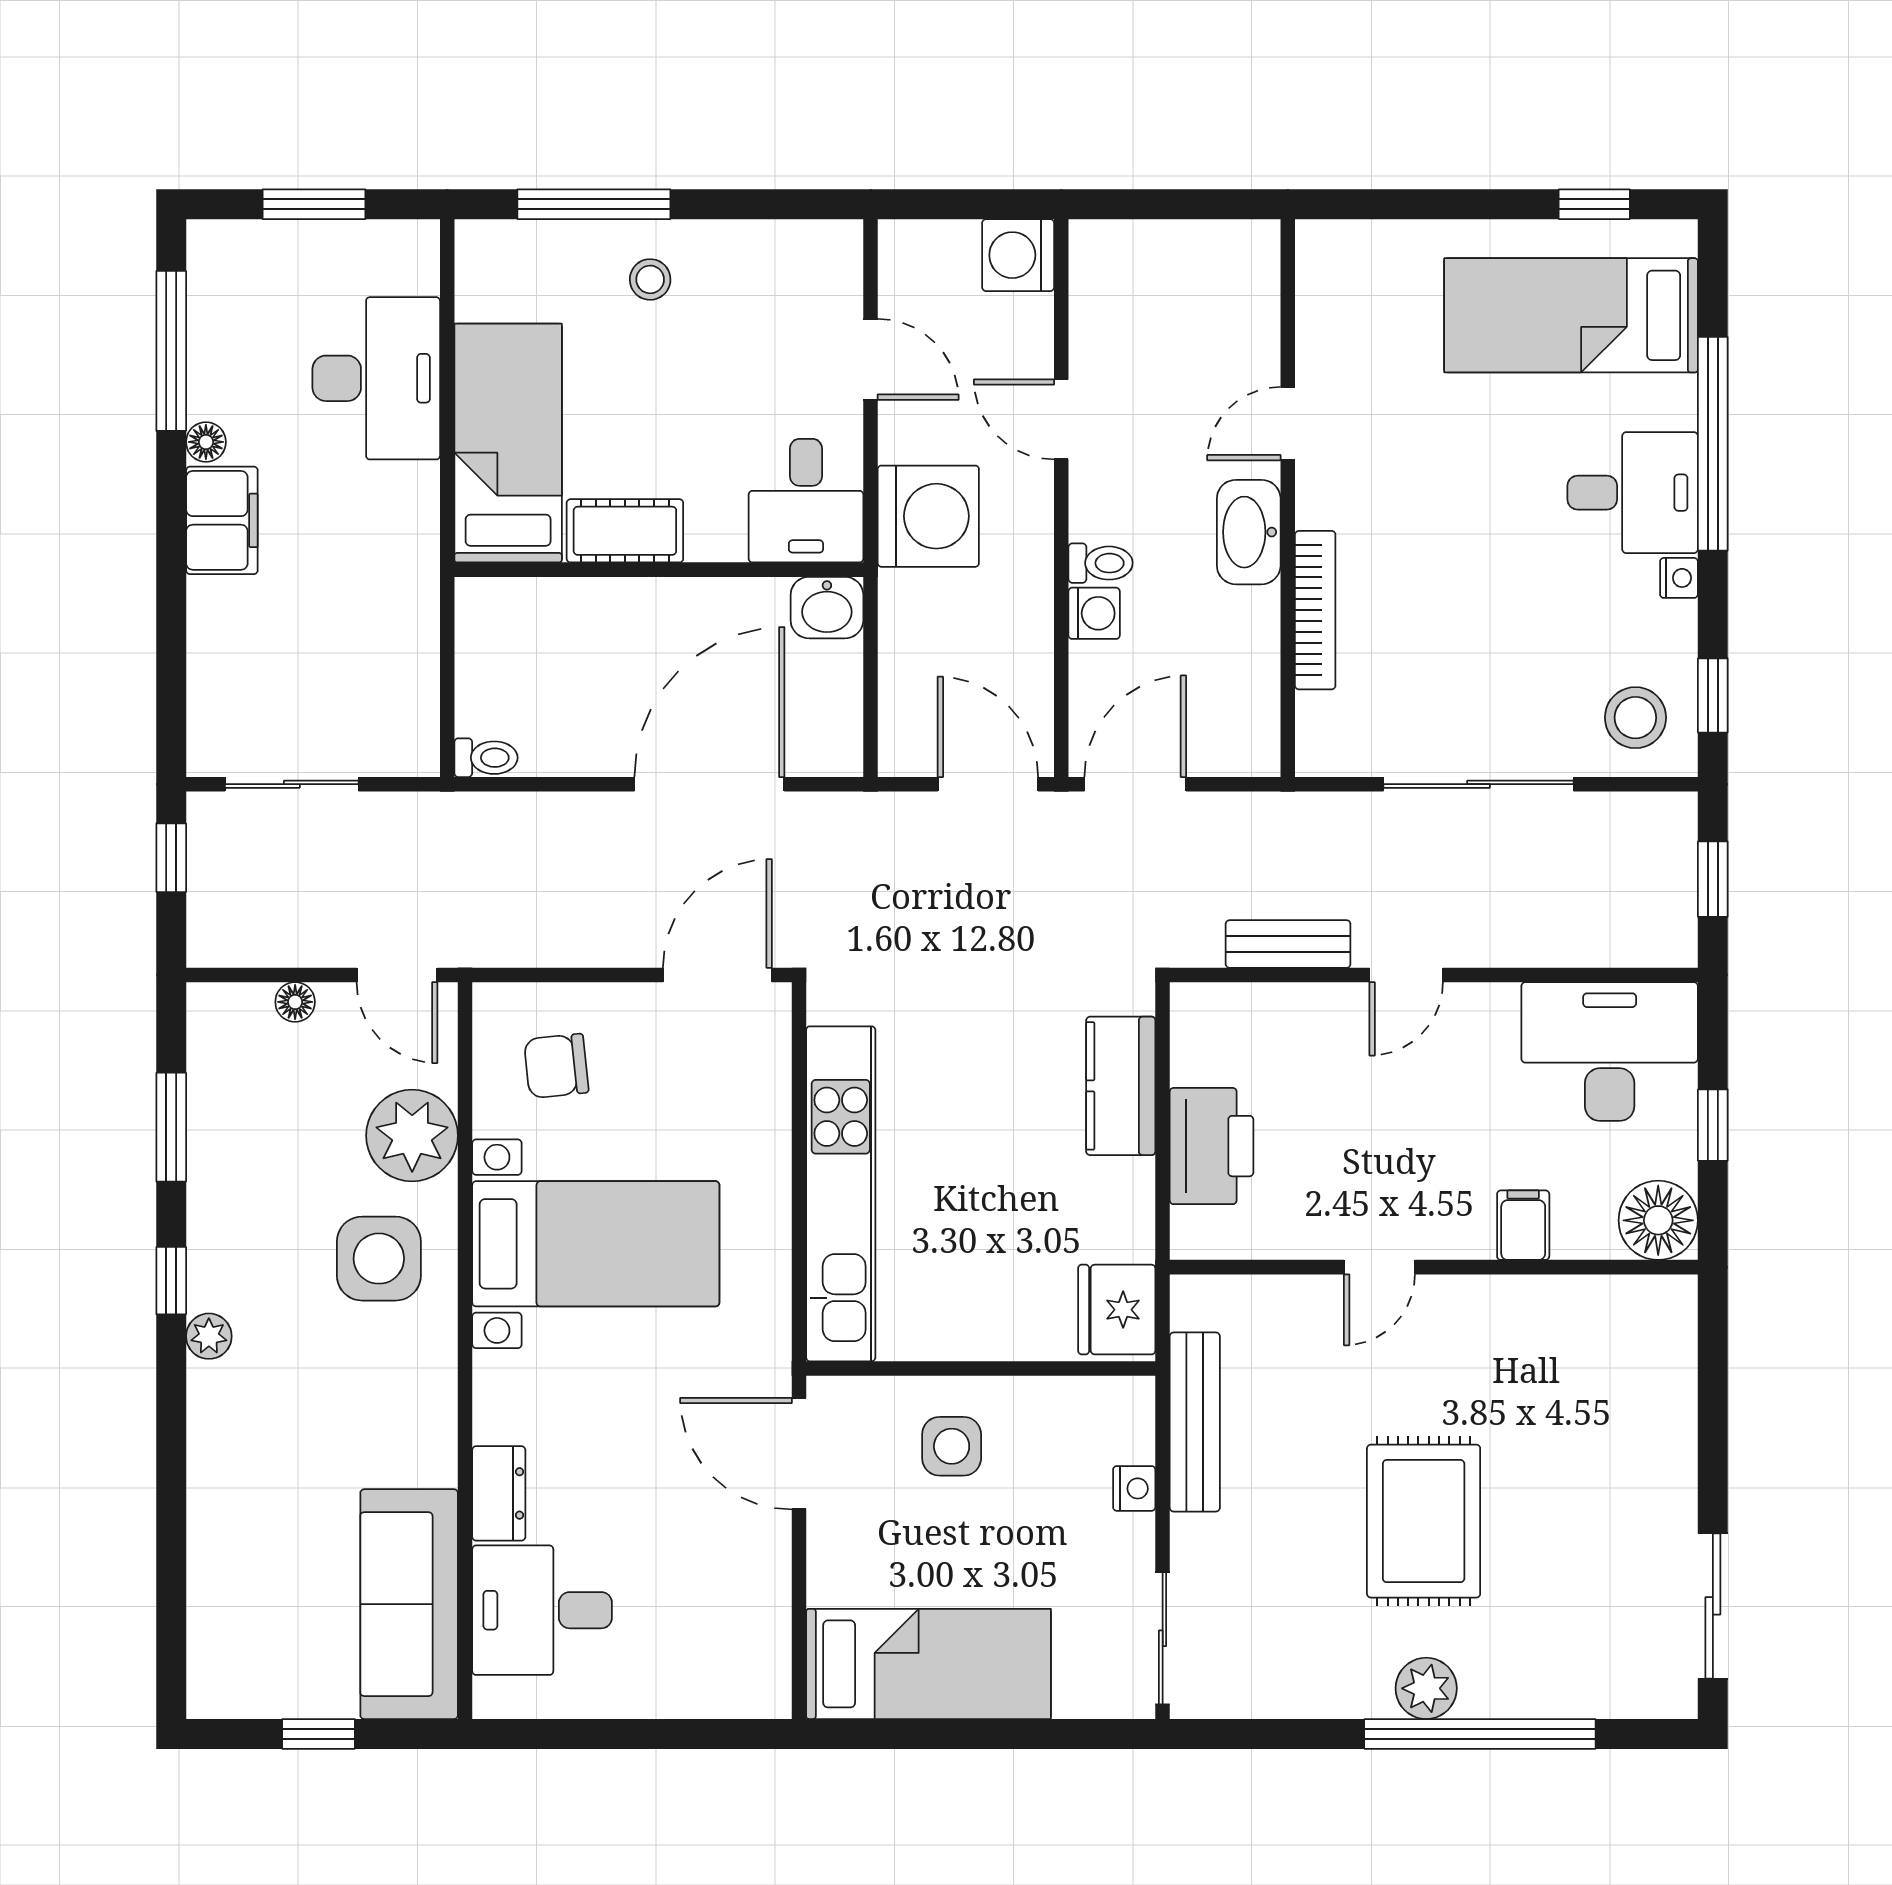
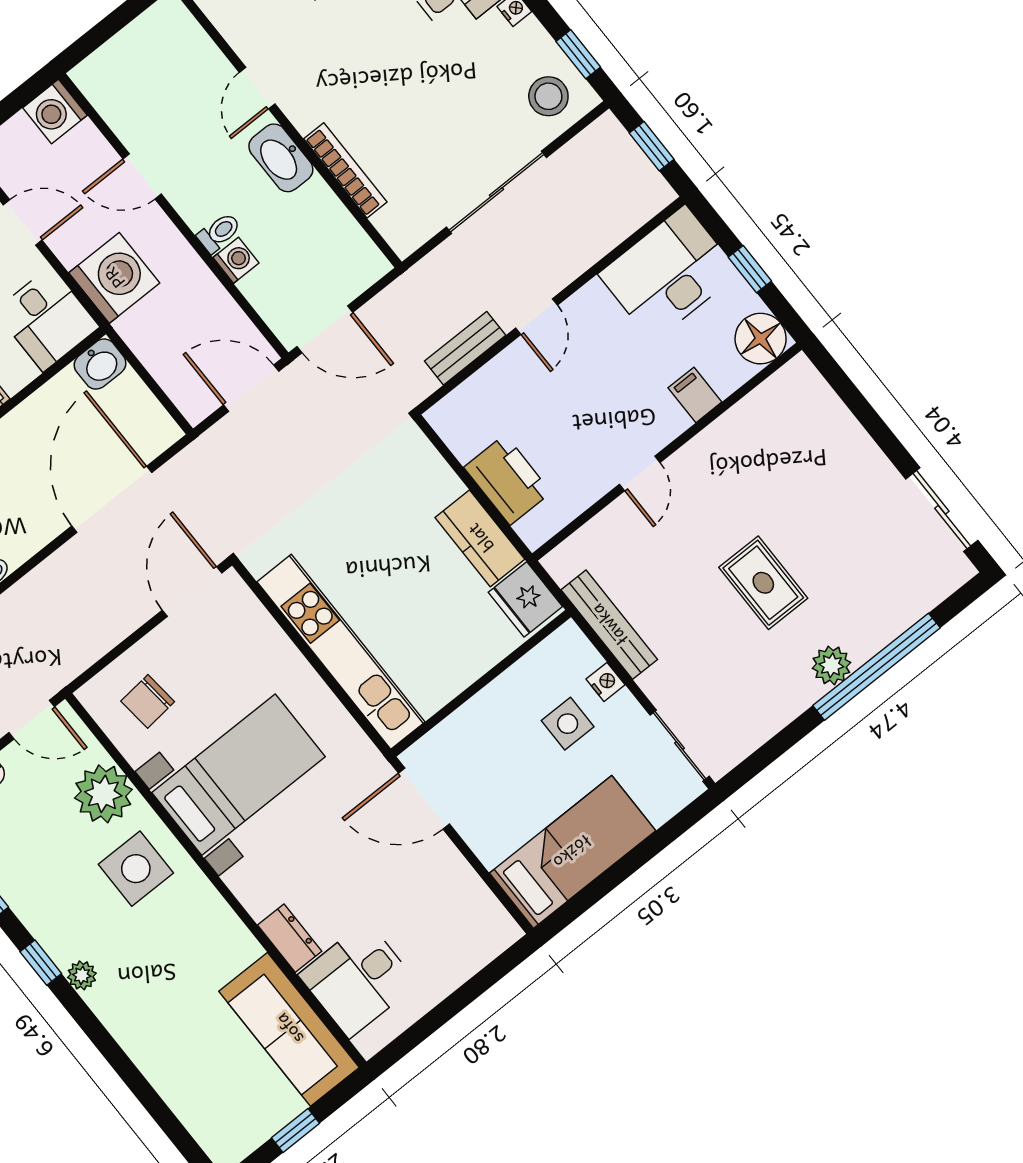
door: (1135, 784) -> (325, 329), swing flipped
kitchen counter: (1121, 1086) -> (480, 538), moved
side table: (952, 1446) -> (568, 724), moved
rug: (1424, 1521) -> (763, 583), width x0.73, depth x0.70

